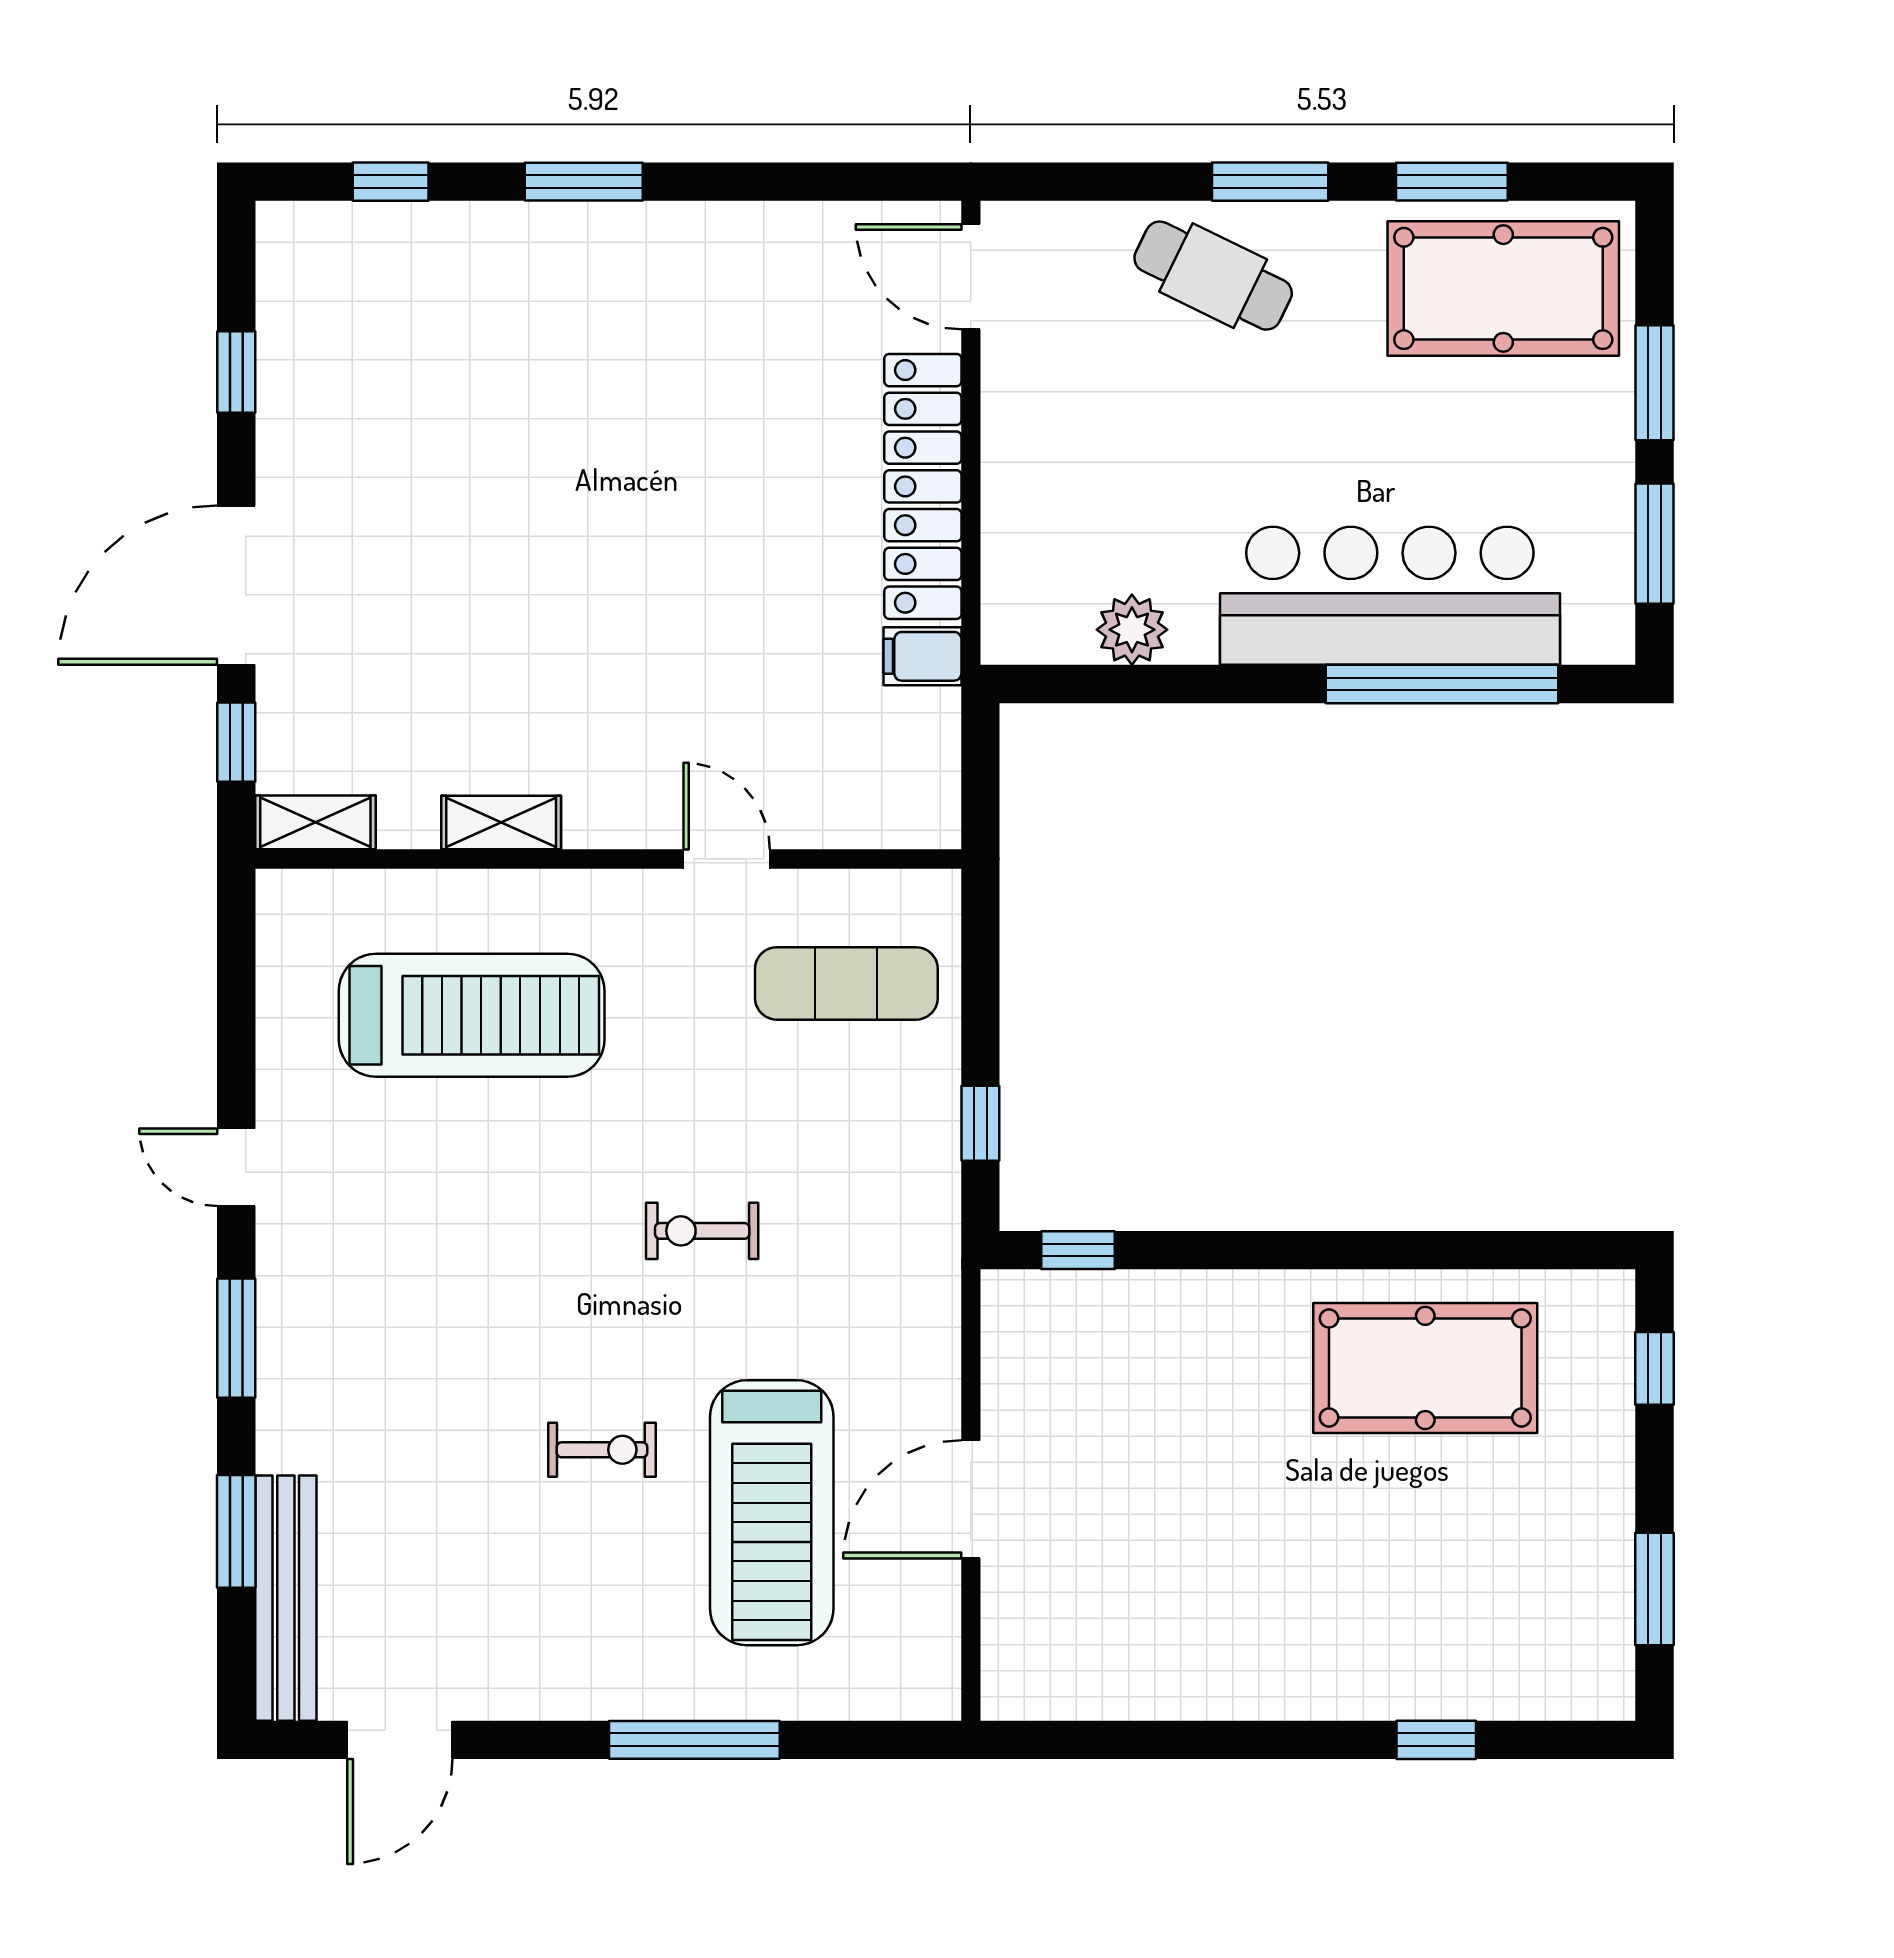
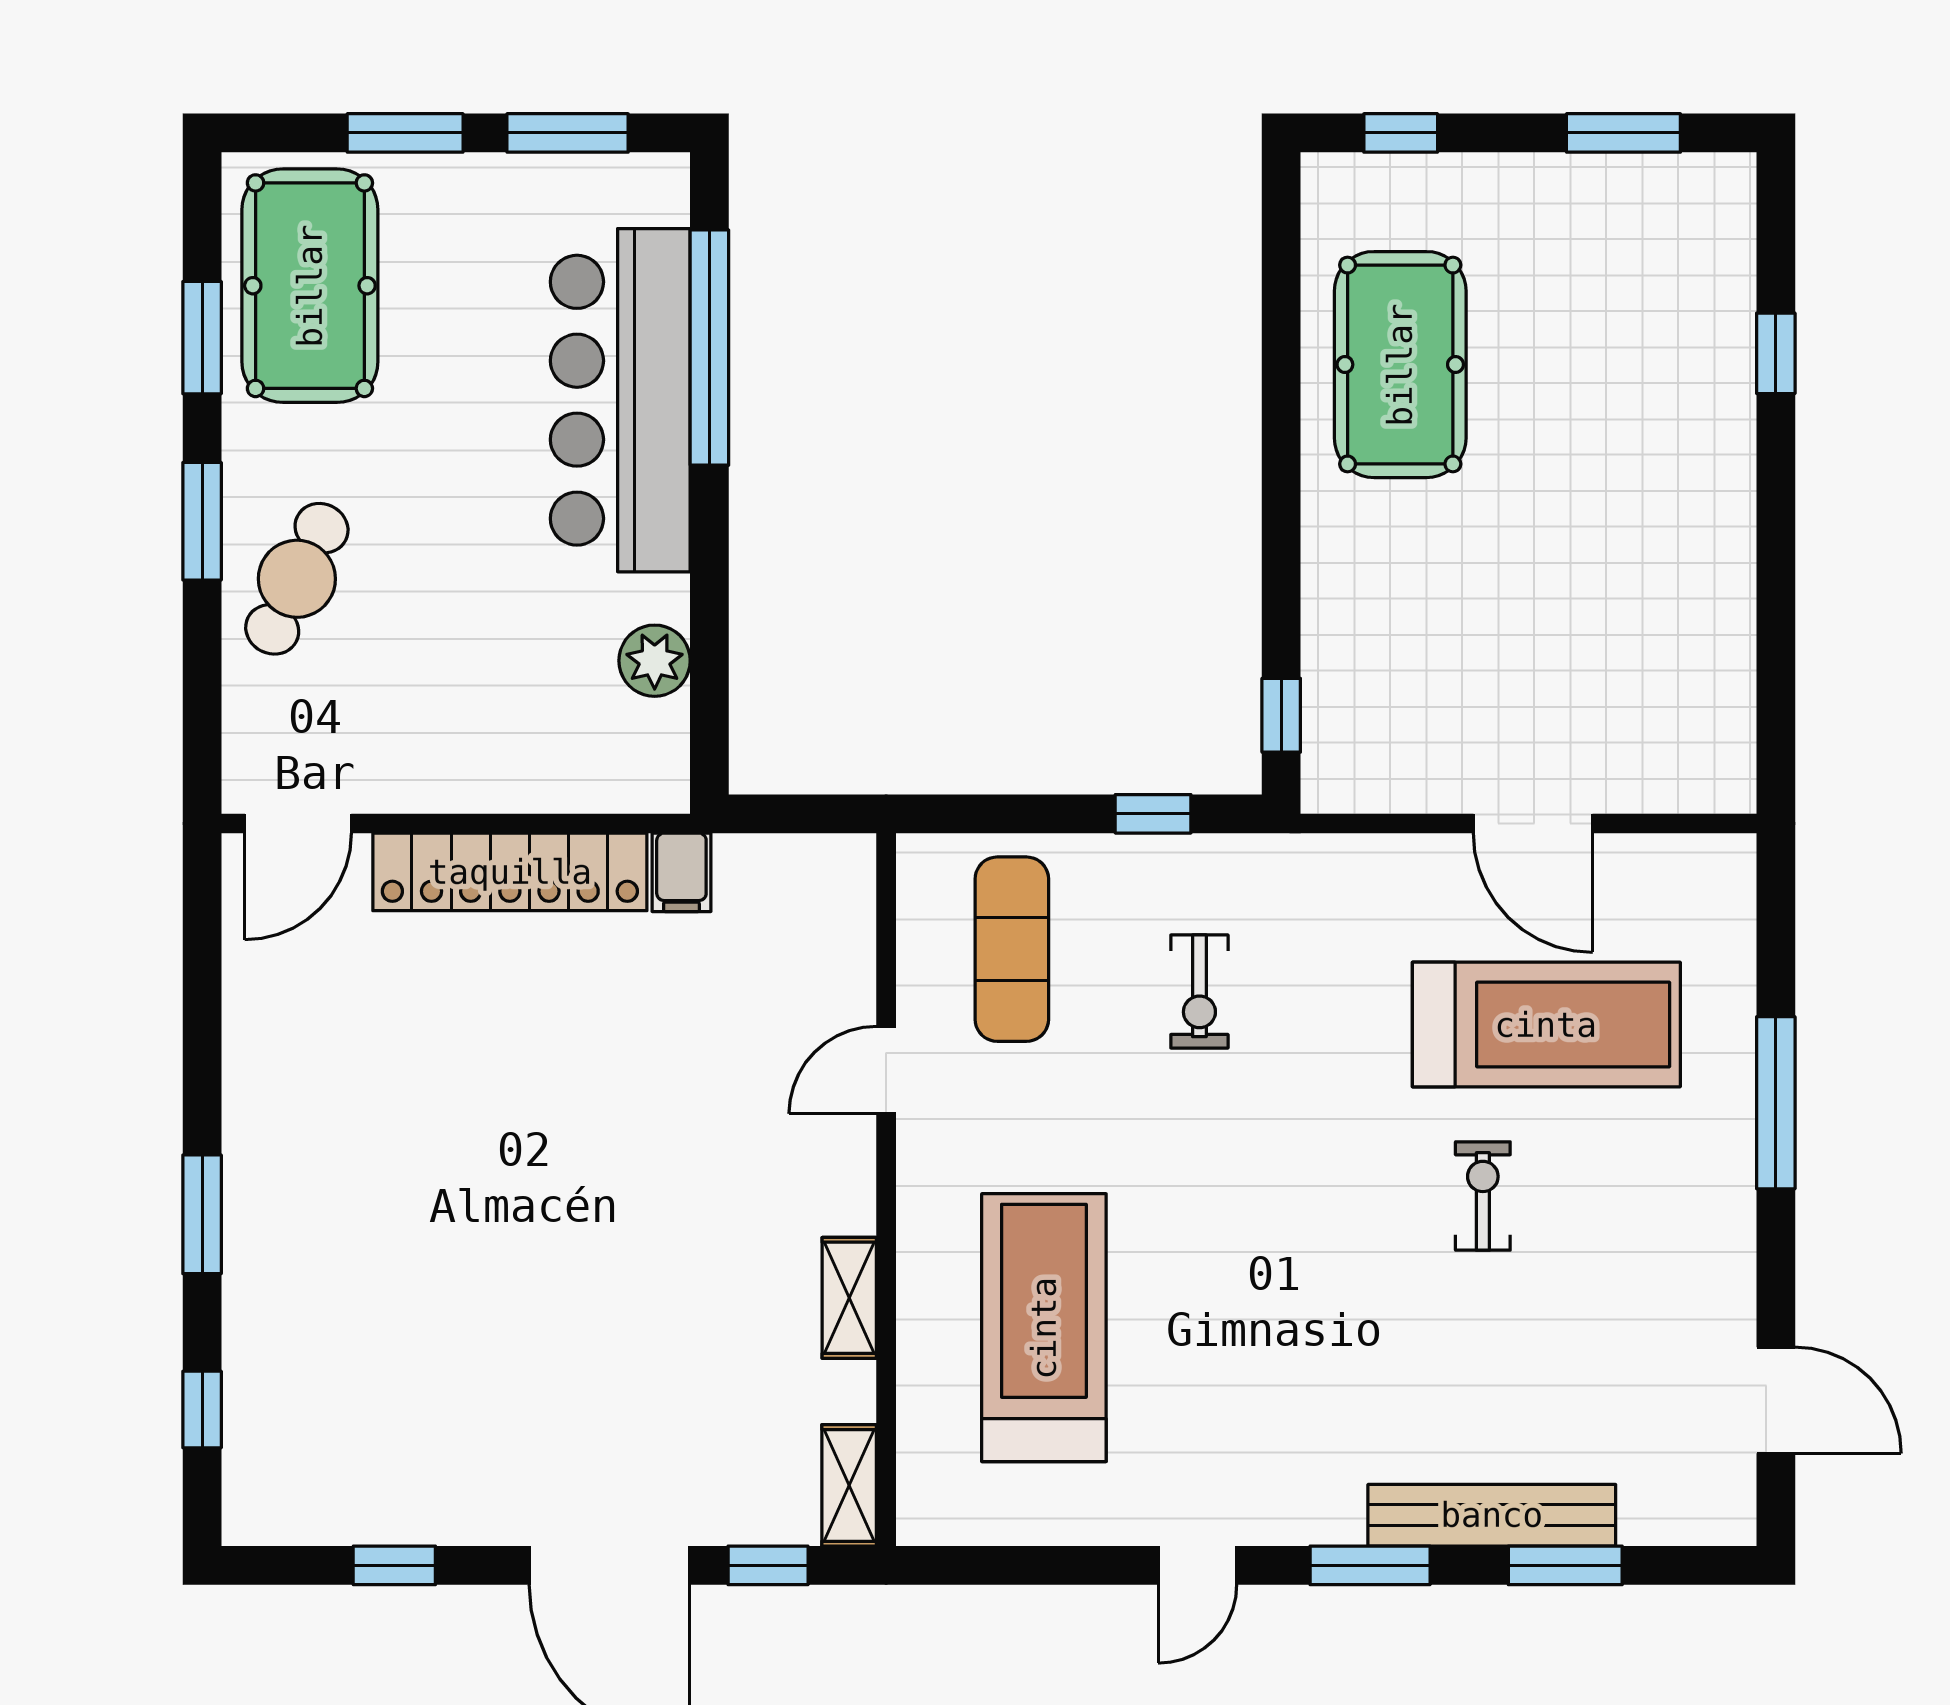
exercise bike: (702, 1231) -> (1199, 992), moved
bench: (286, 1598) -> (1492, 1515), moved

